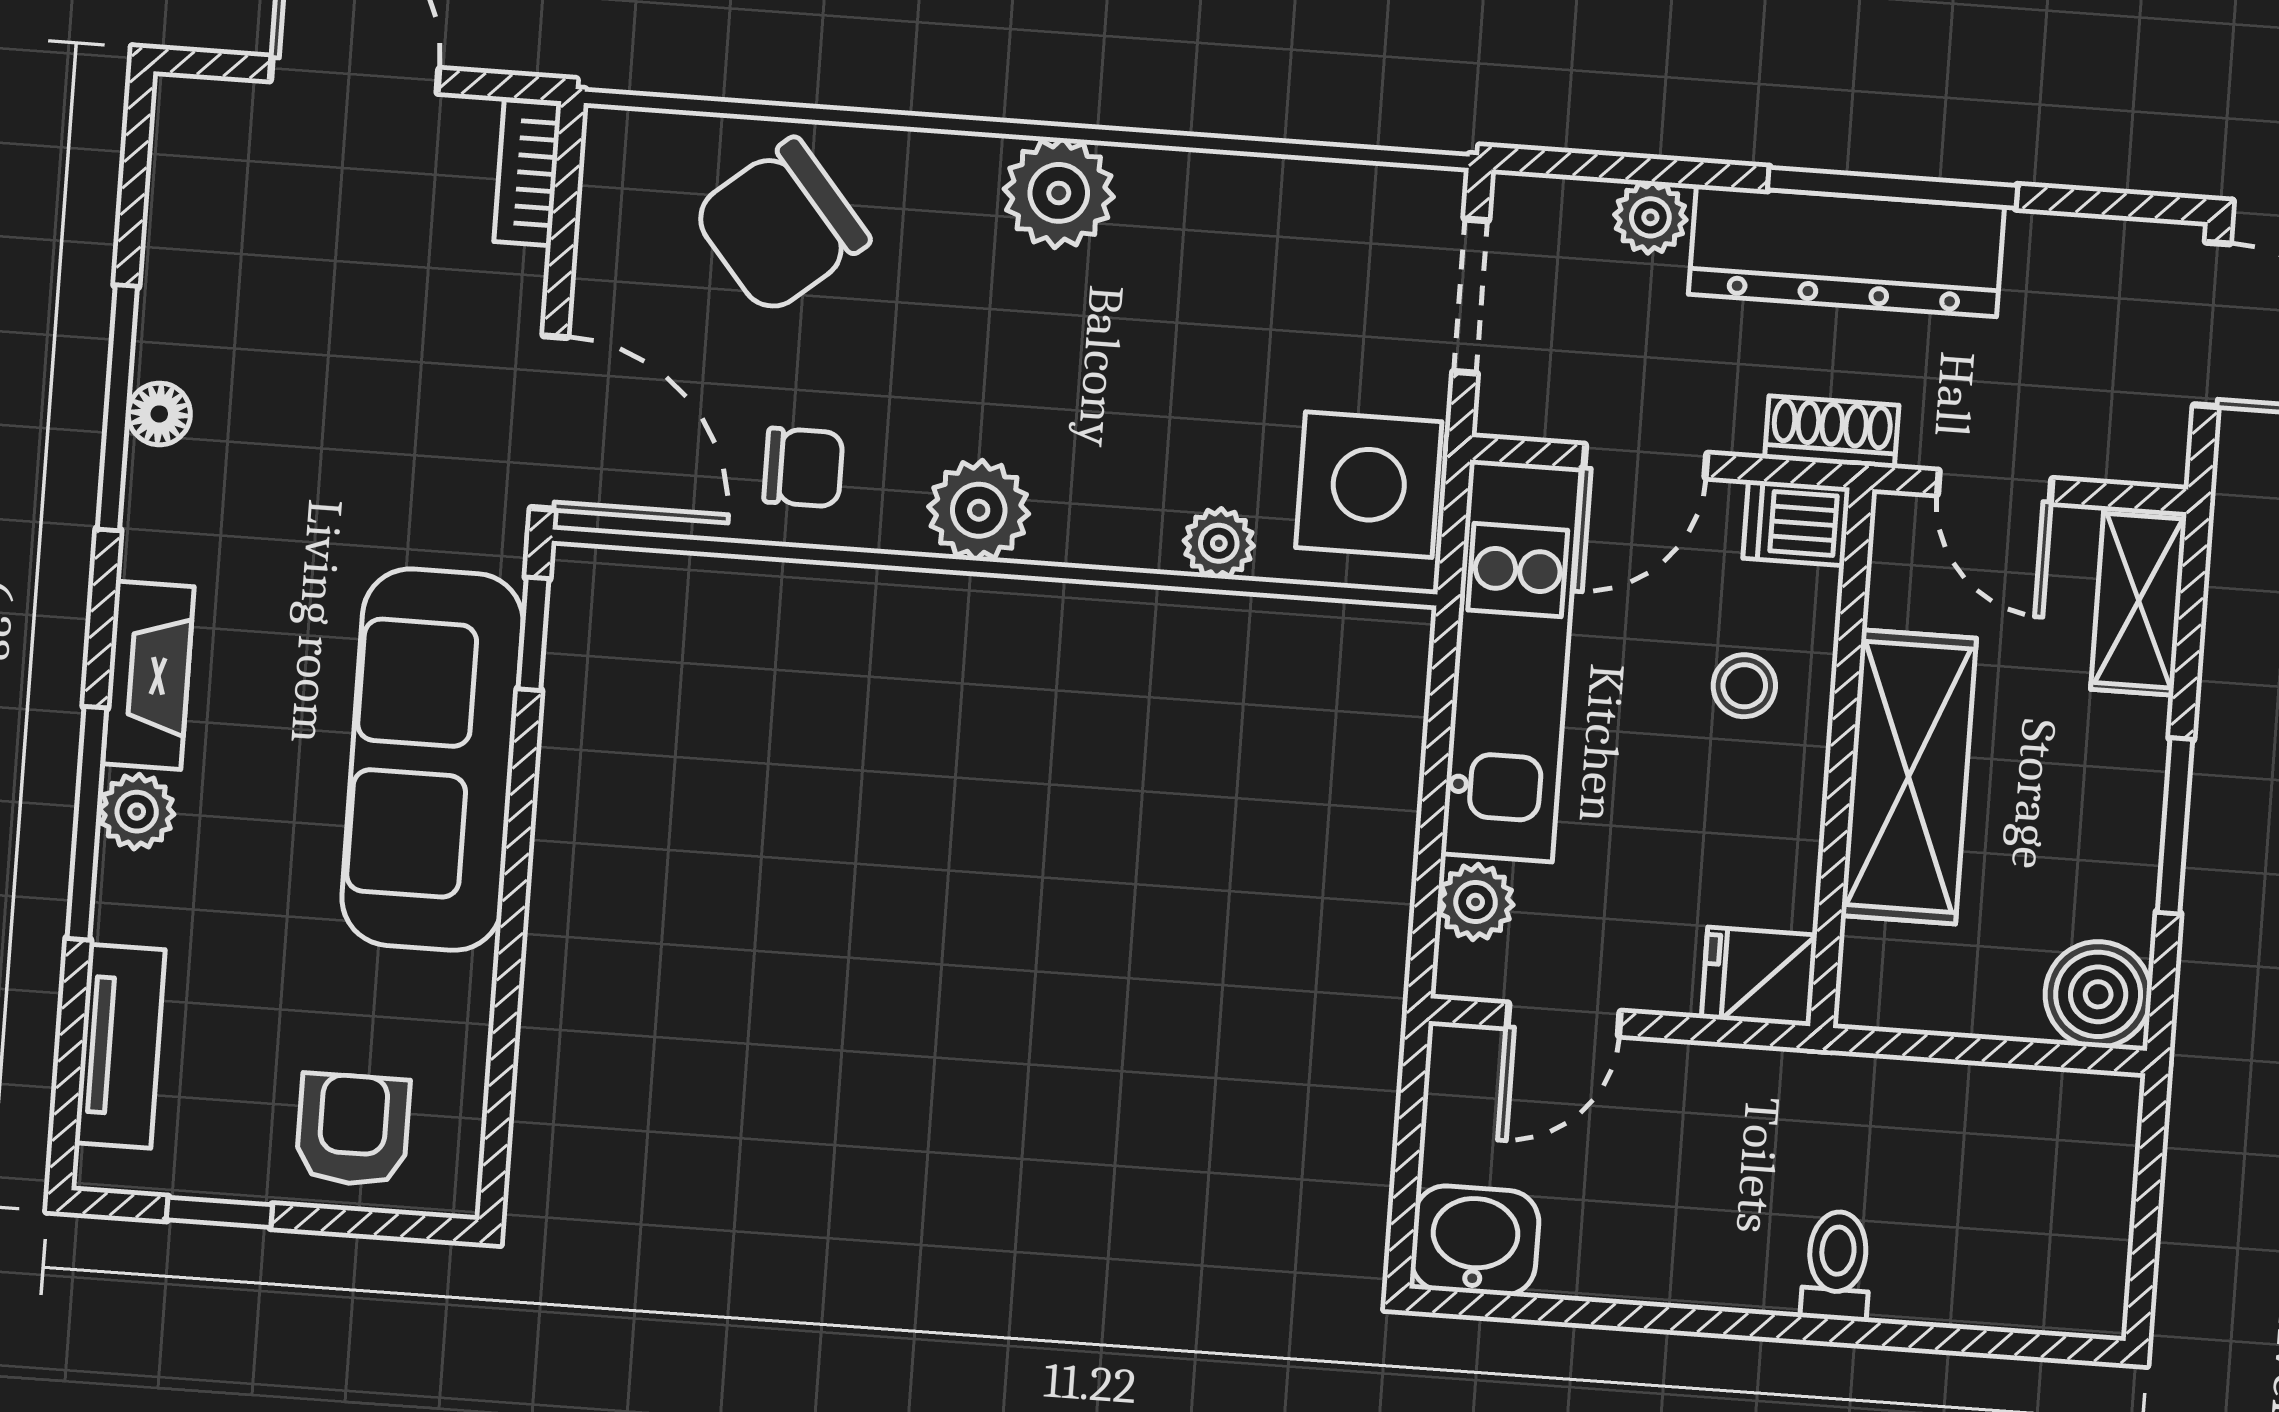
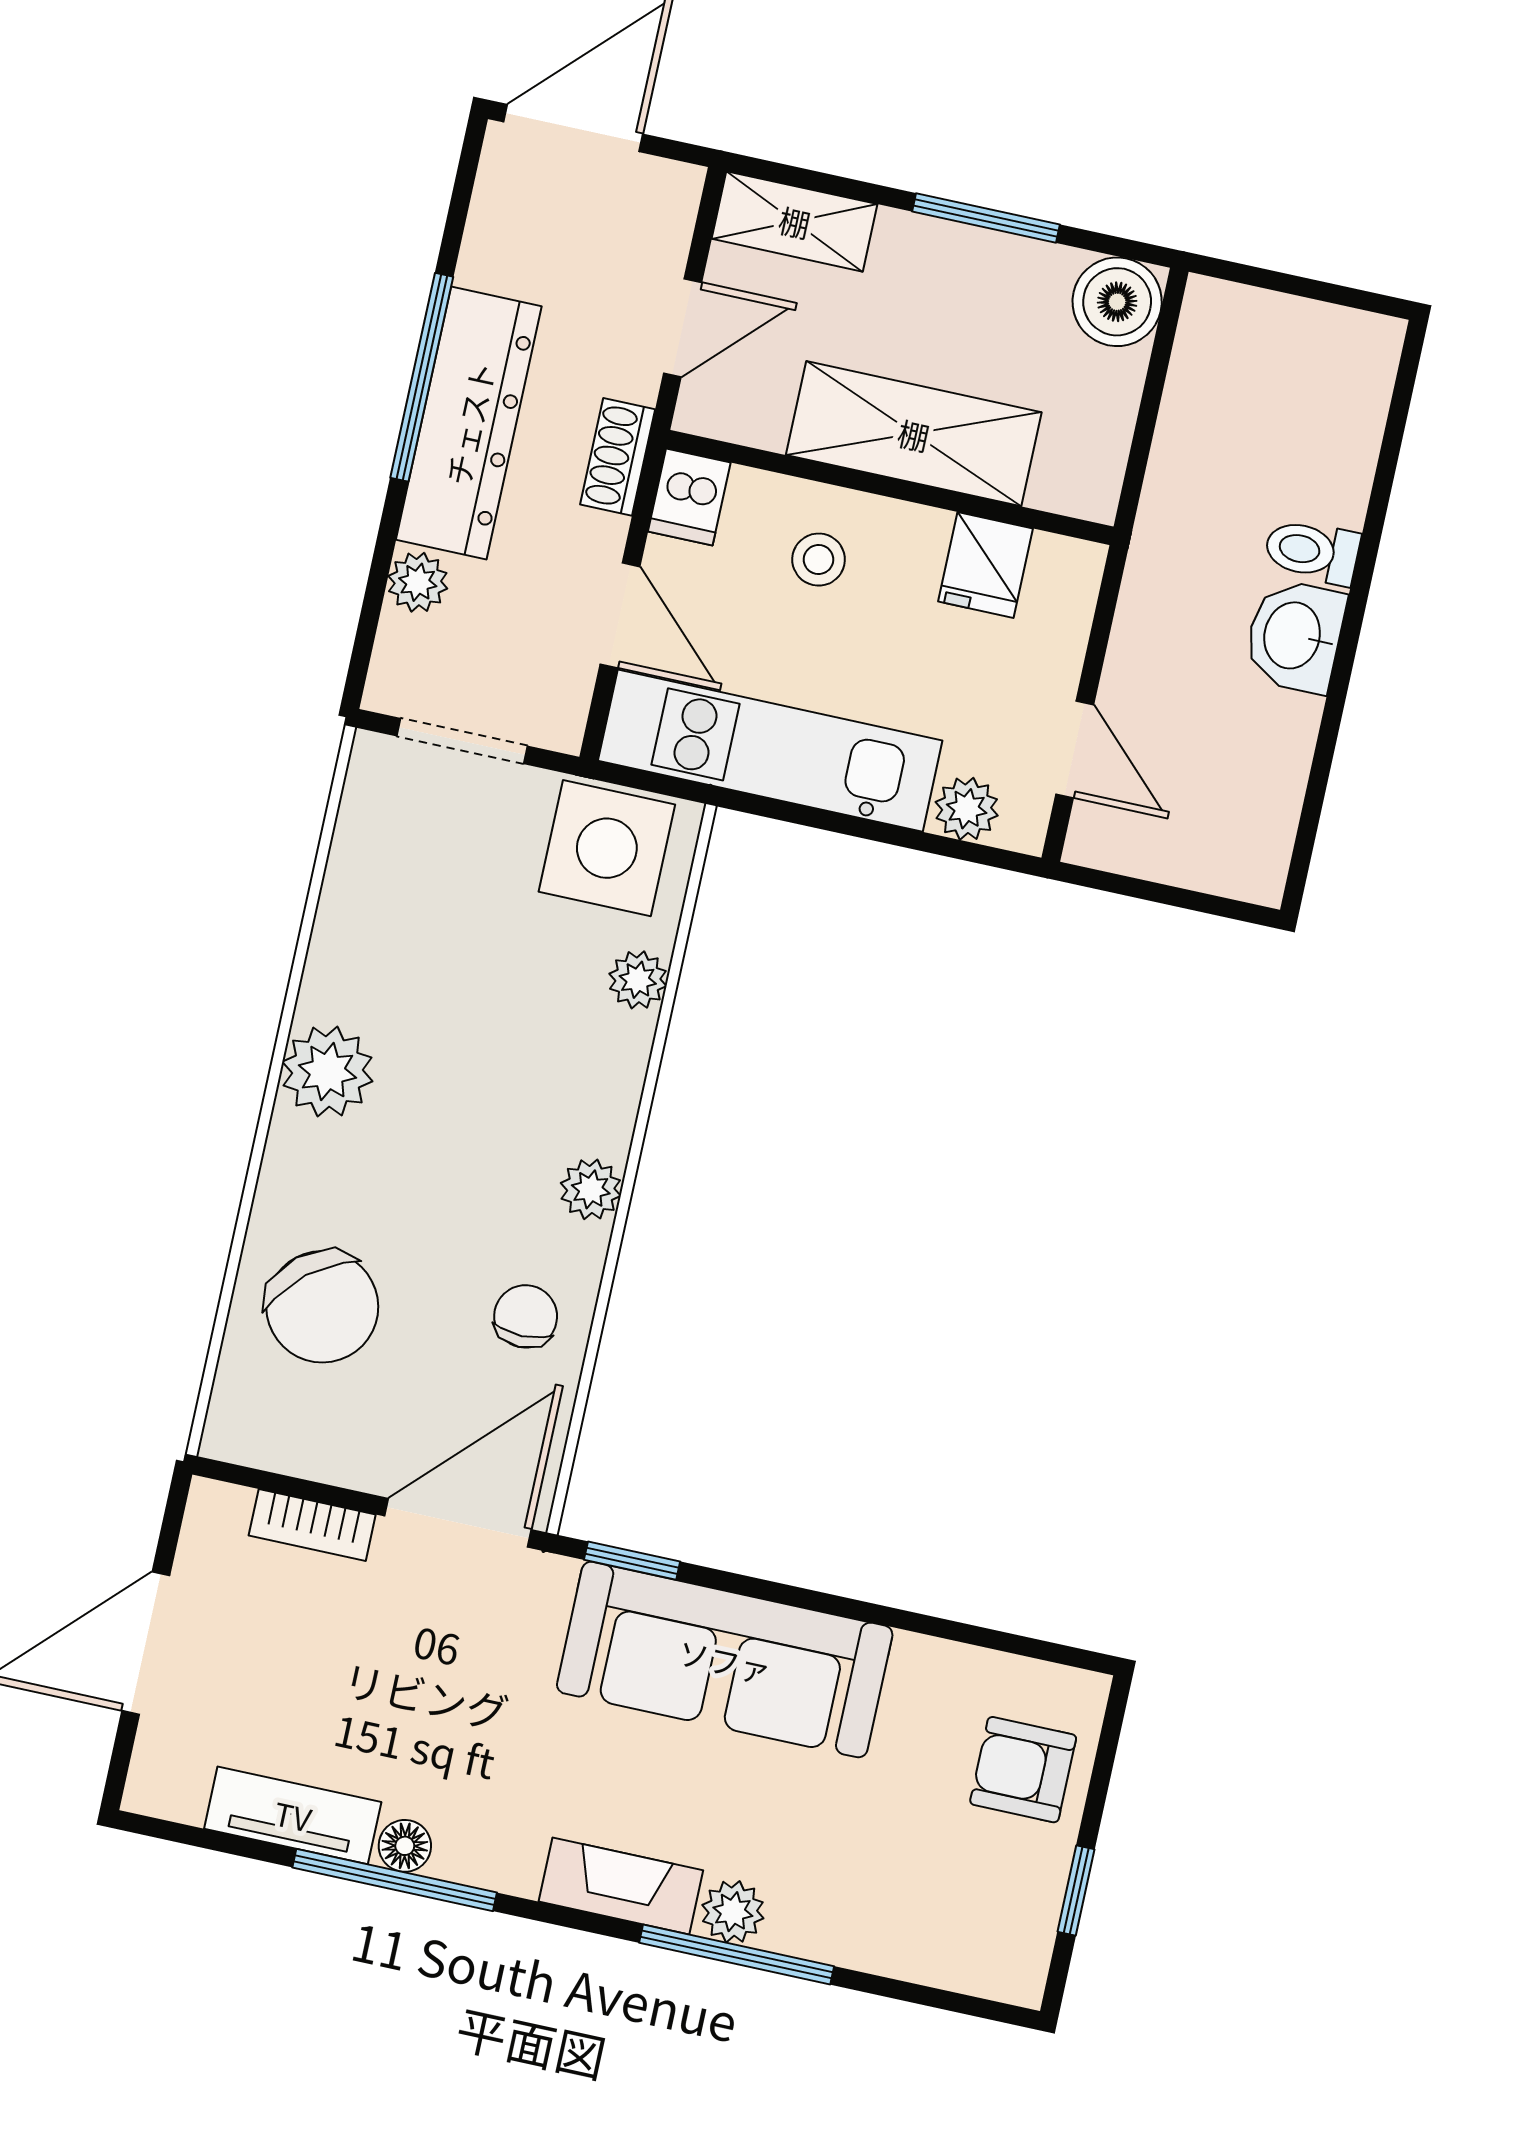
bookcase: (527, 173) -> (312, 1525), moved
plant: (979, 510) -> (591, 1189), width x0.73, depth x0.73
fridge: (1759, 977) -> (986, 565), moved
tv unit: (120, 1046) -> (293, 1815), moved
washbasin: (1475, 1240) -> (1295, 636), moved

